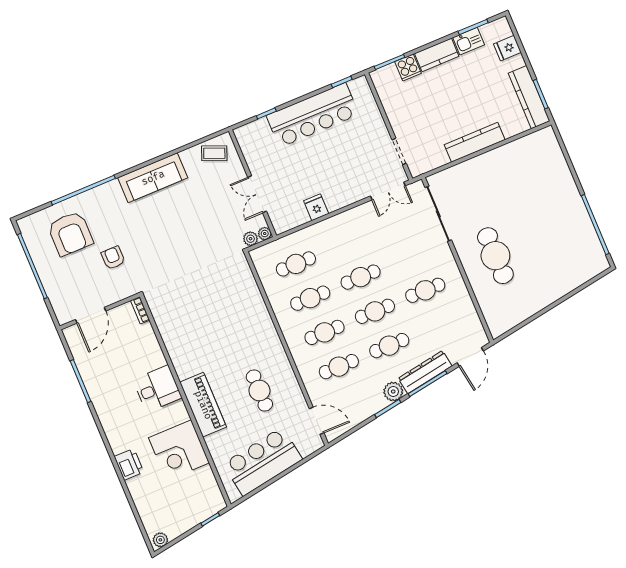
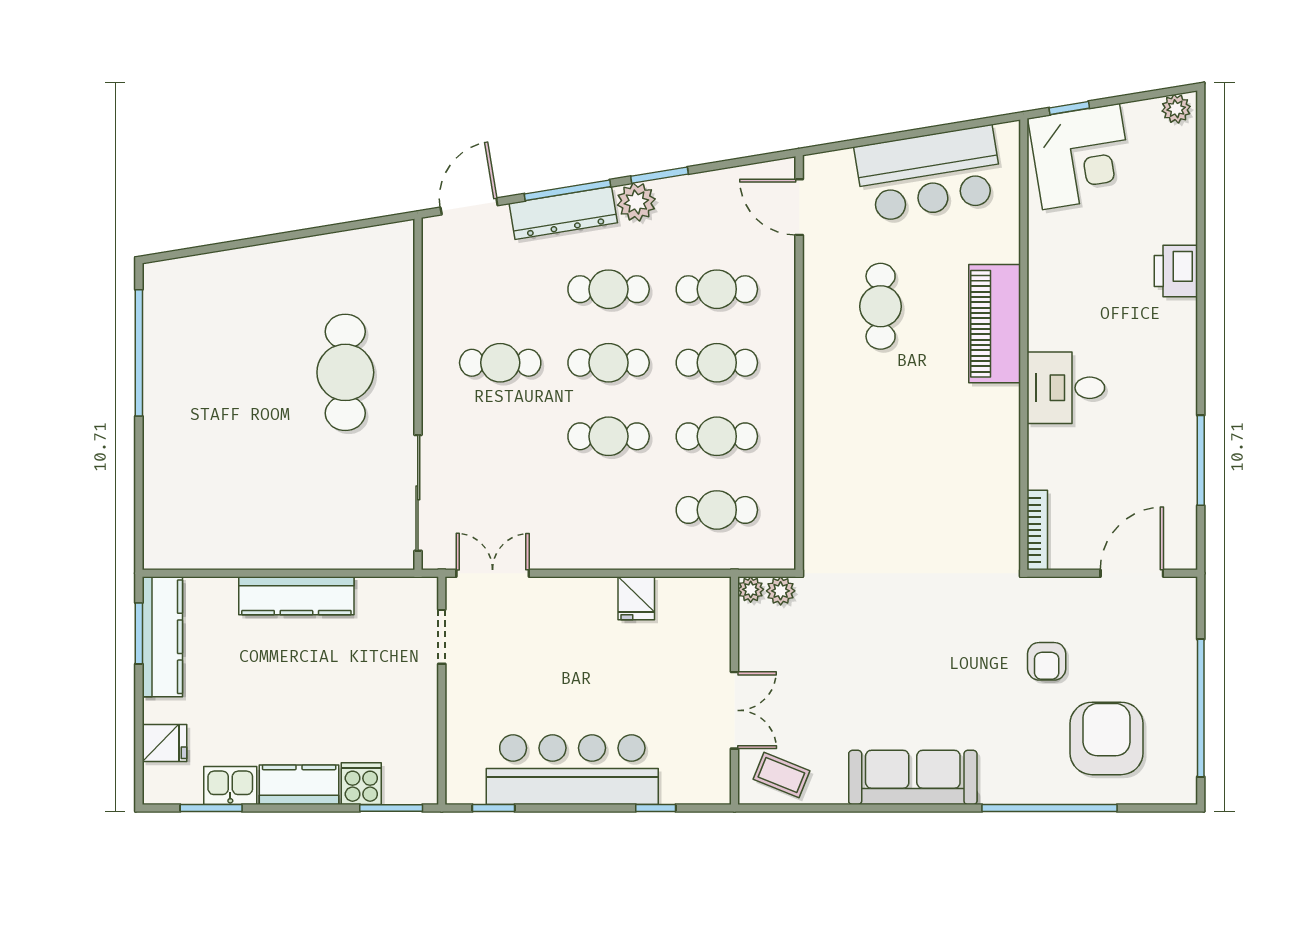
double door: (257, 194) -> (734, 710), moved
bookcase: (140, 310) -> (1037, 530), width x1.56
corner desk: (179, 450) -> (1081, 157), moved, turned 81

